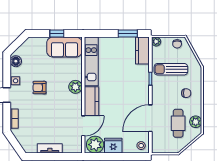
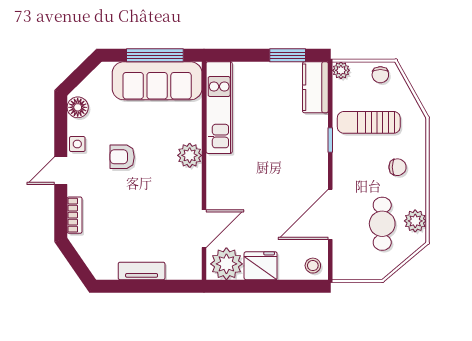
window: (57, 33) -> (155, 55), width x2.17
sofa: (64, 47) -> (157, 81), width x1.36
kitchen counter: (91, 101) -> (220, 182), removed

